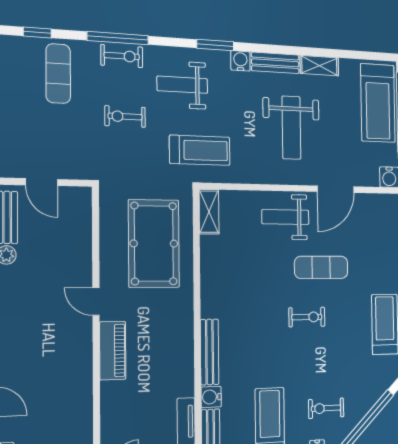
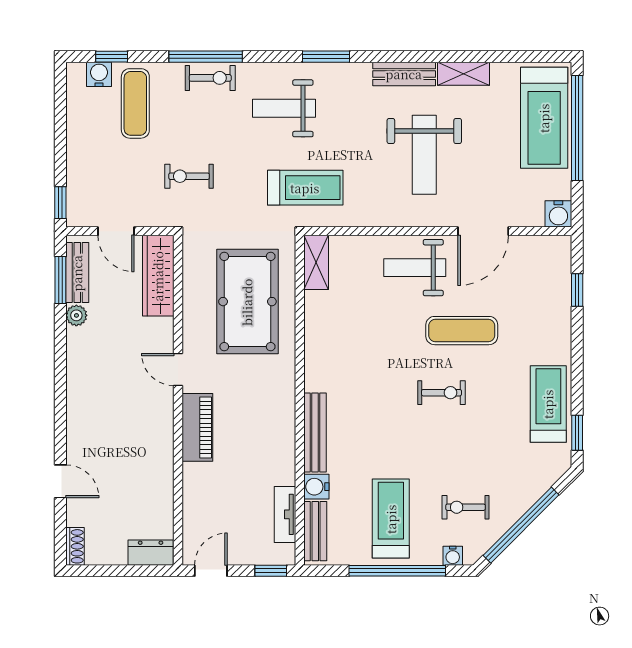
water cooler: (240, 61) -> (99, 74), moved
exercise bike: (125, 117) -> (189, 176), moved
wardrobe: (79, 221) -> (158, 276), added

